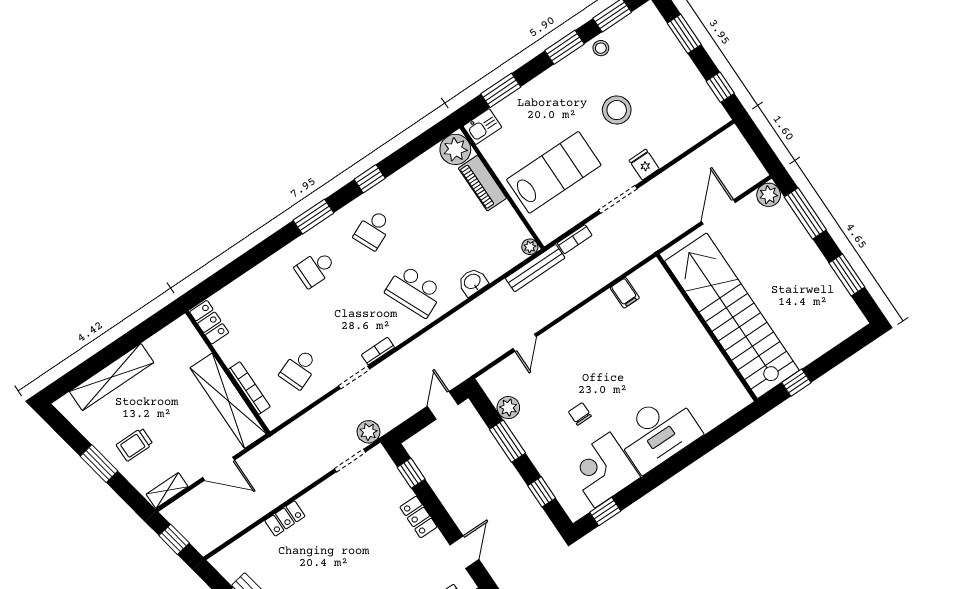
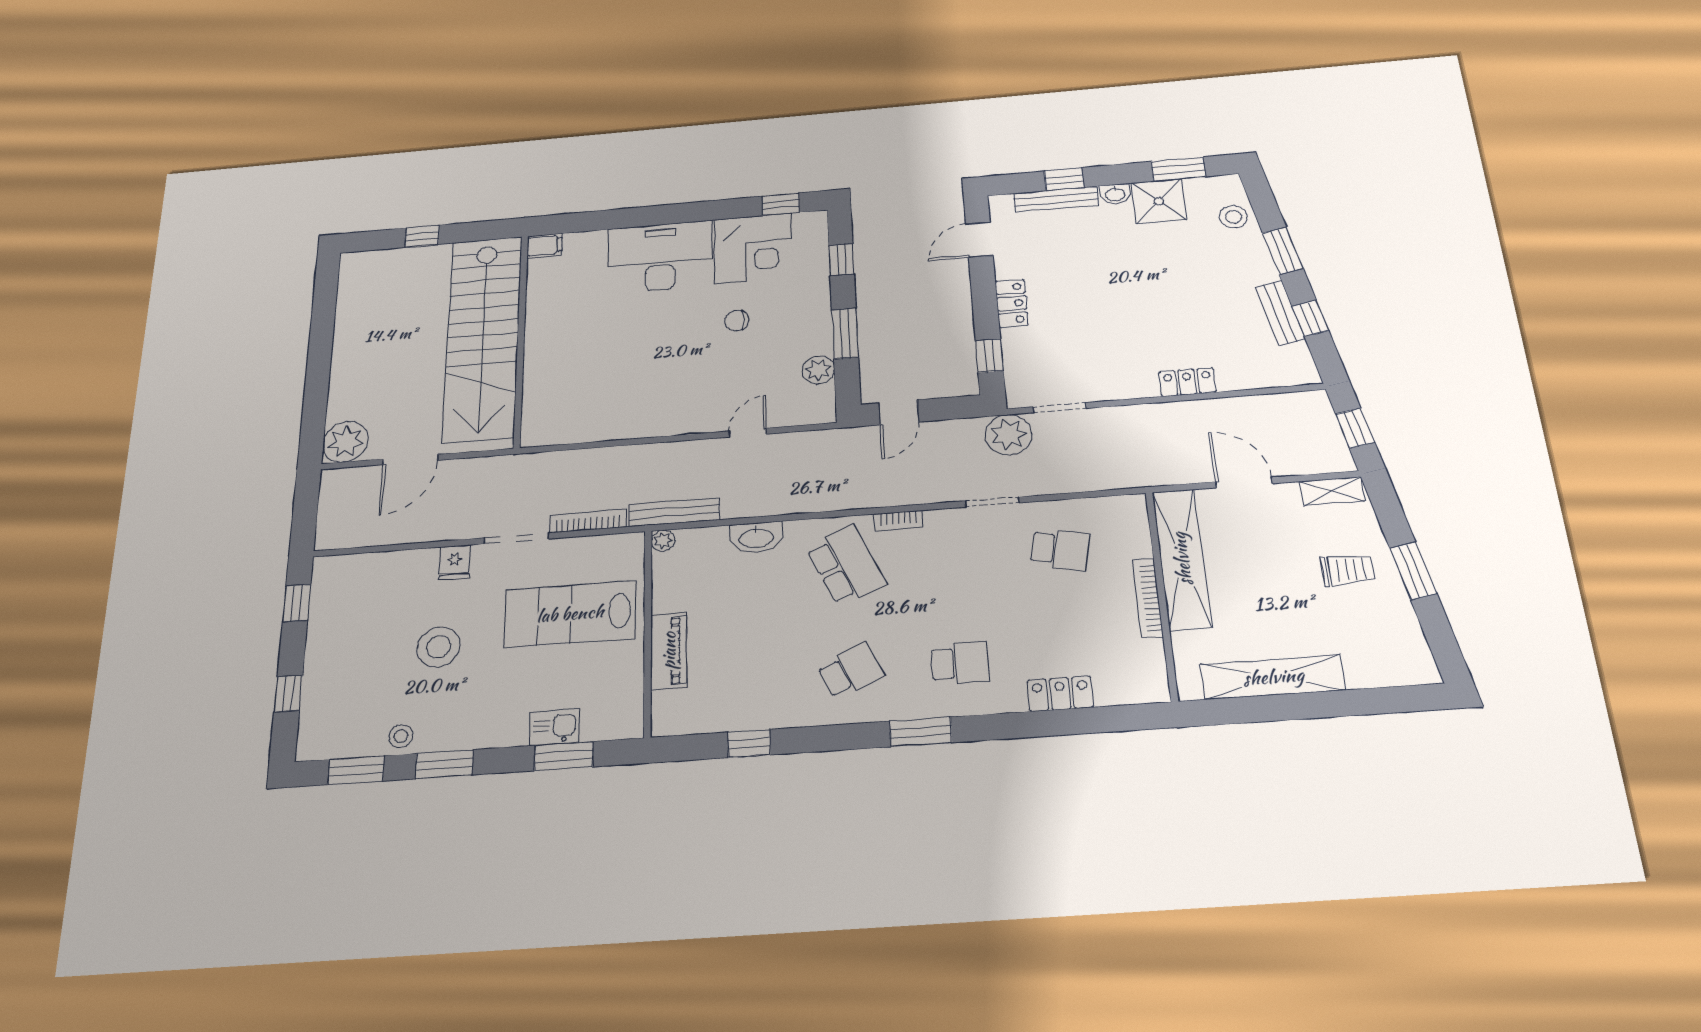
window: (684, 34) -> (288, 694), width x0.67
kitchen sink: (482, 127) -> (554, 727), moved
plant: (455, 149) -> (674, 713), removed
window: (370, 179) -> (749, 743), moved
plant: (769, 195) -> (346, 442), width x1.36, depth x1.36
window: (805, 213) -> (315, 405), removed
bookcase: (575, 239) -> (588, 521), width x1.56
window: (847, 275) -> (323, 315), removed
washbasin: (473, 282) -> (756, 538), width x1.38
filing cabinet: (625, 293) -> (544, 246), moved, turned 90
locker: (209, 322) -> (1060, 694), moved, turned 90
bookcase: (378, 351) -> (898, 521), moved
school desk: (299, 369) -> (1060, 549), turned 33
shelving: (112, 377) -> (1273, 677), moved
window: (796, 383) -> (422, 236), moved
bookcase: (249, 388) -> (1148, 598), moved
chair: (580, 414) -> (737, 320), turned 90
plant: (368, 432) -> (1008, 435), width x1.36, depth x1.36

